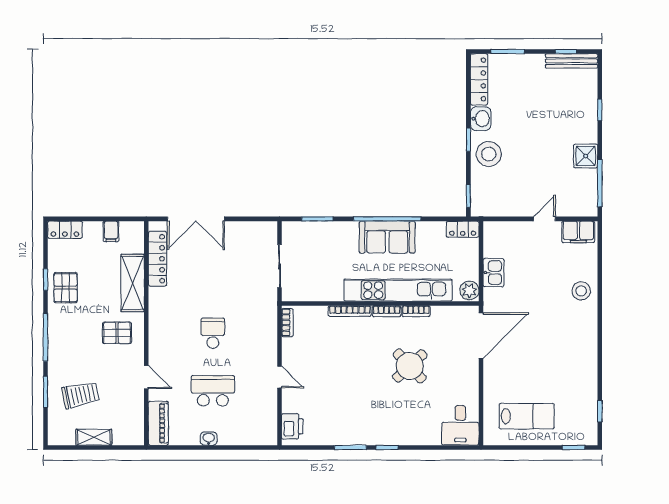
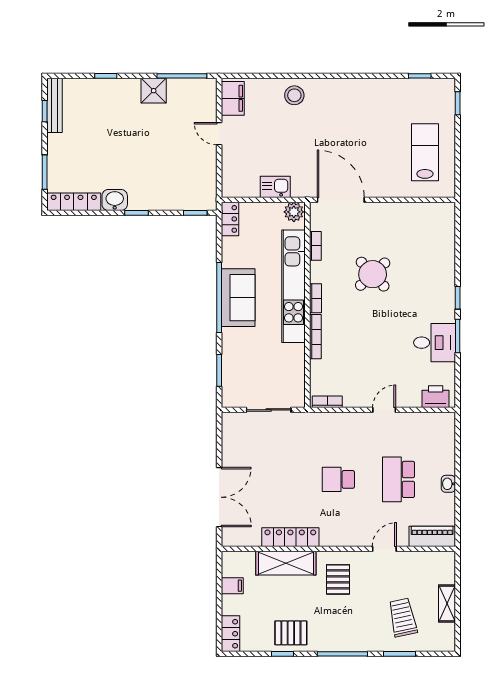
stool: (489, 154) -> (151, 192), removed
locker: (158, 259) -> (290, 537), moved
bookcase: (416, 311) -> (315, 246), moved
desk: (460, 425) -> (434, 343), moved

